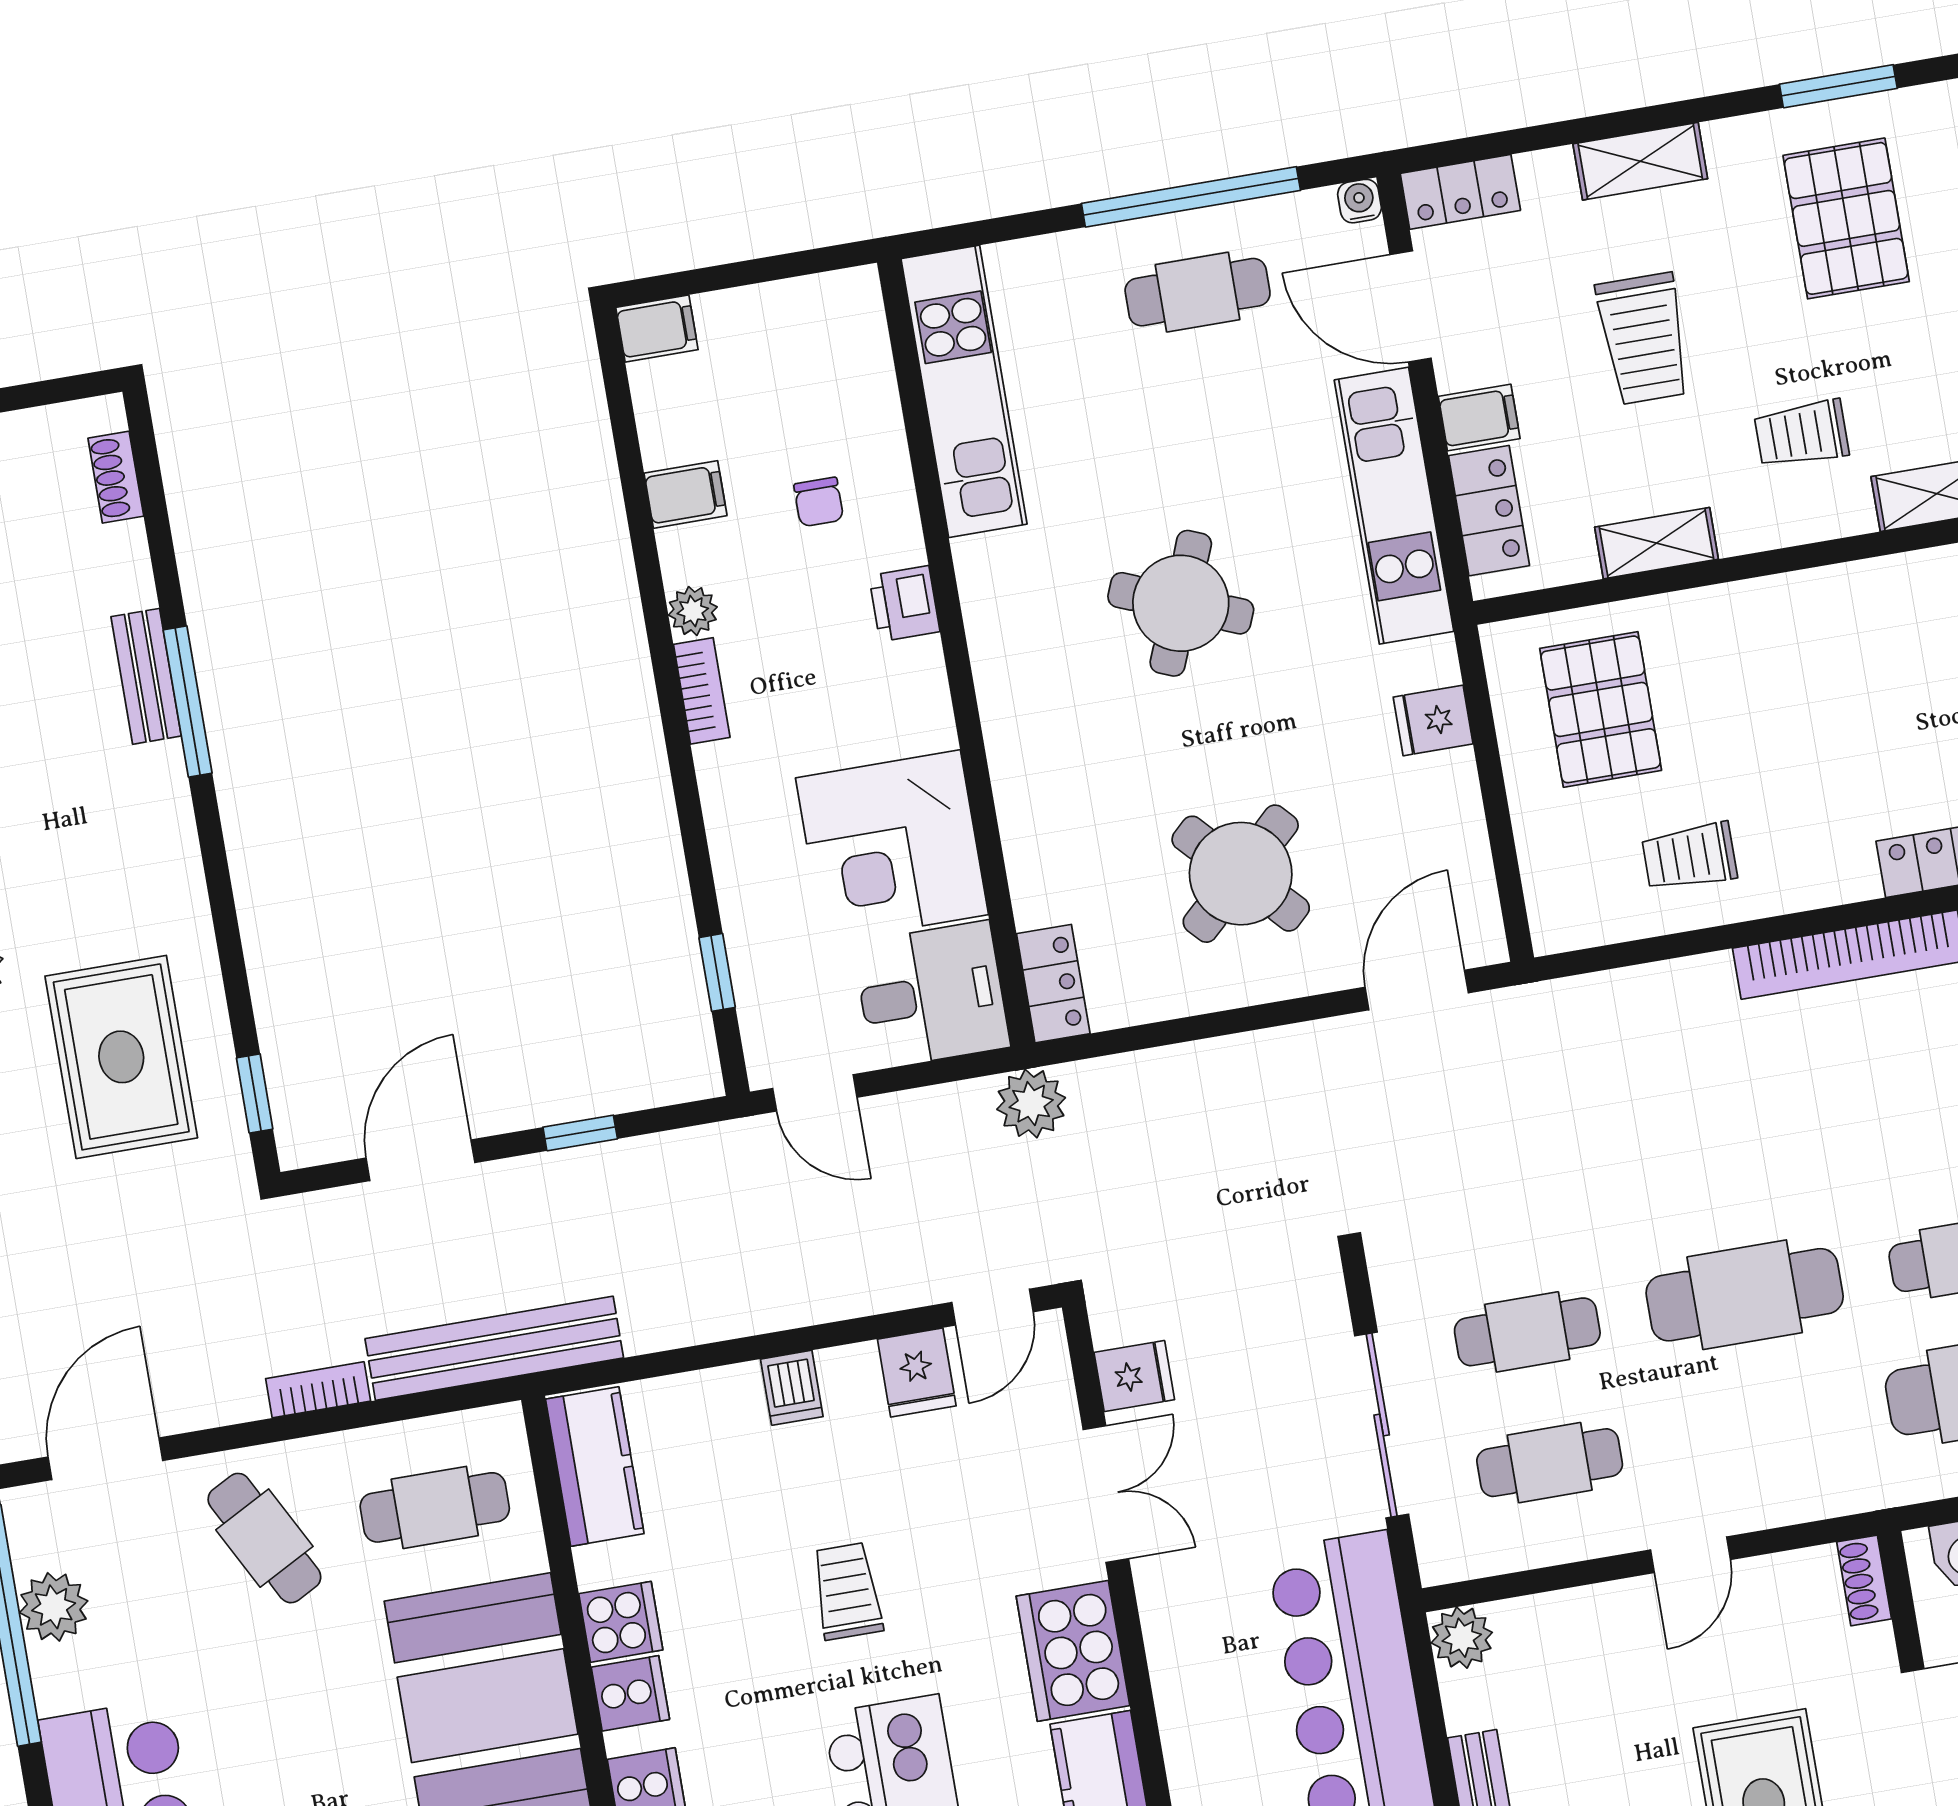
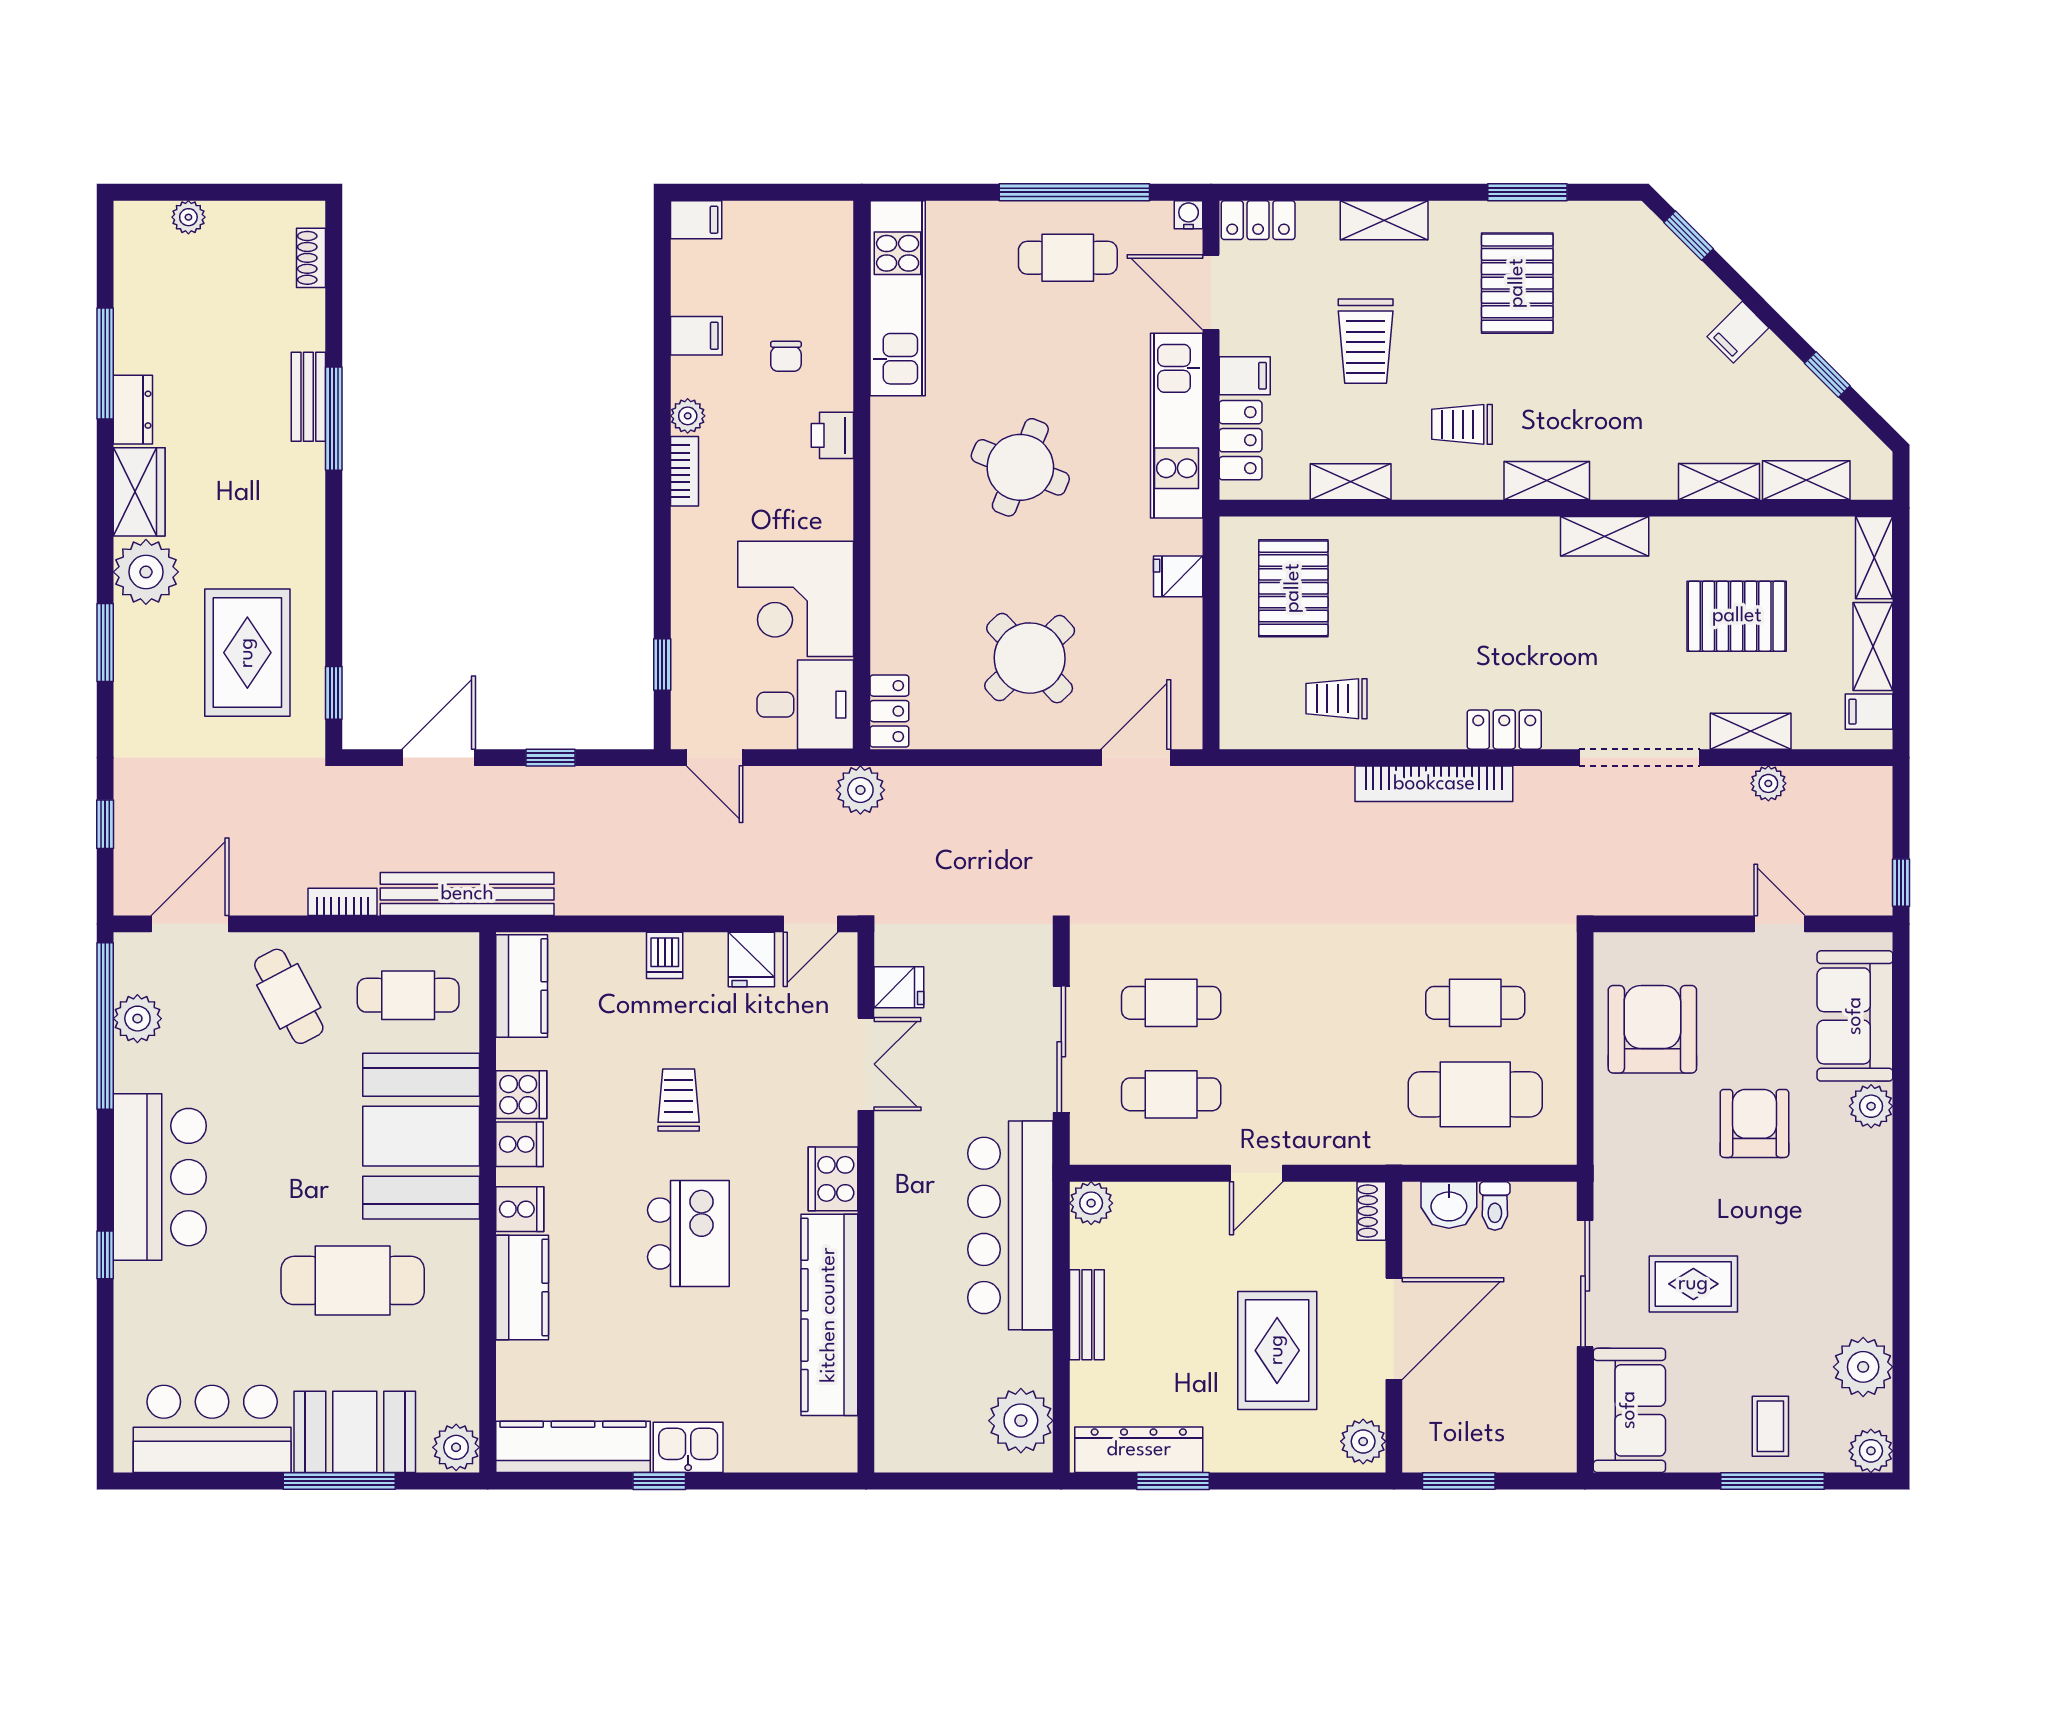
cafe table: (1745, 1295) -> (1323, 1003), removed
cooker: (1073, 1651) -> (833, 1179), width x0.73, depth x0.76

